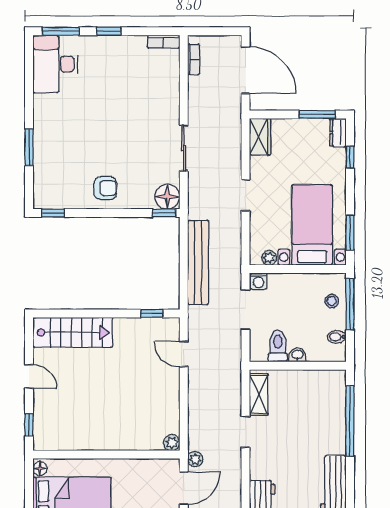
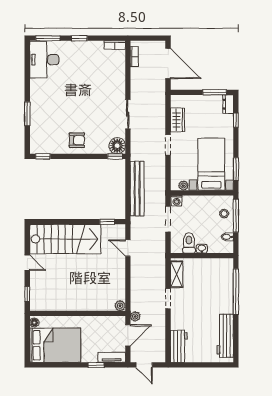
wardrobe: (260, 137) -> (177, 120), moved
stairs: (73, 332) -> (65, 239), width x1.36, depth x1.51

